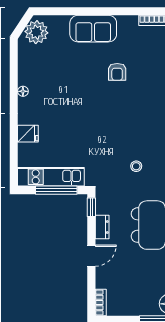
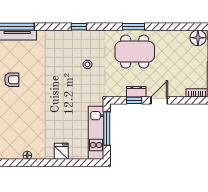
window: (91, 207) -> (134, 100), moved
door: (91, 256) -> (159, 100), hinge flipped

